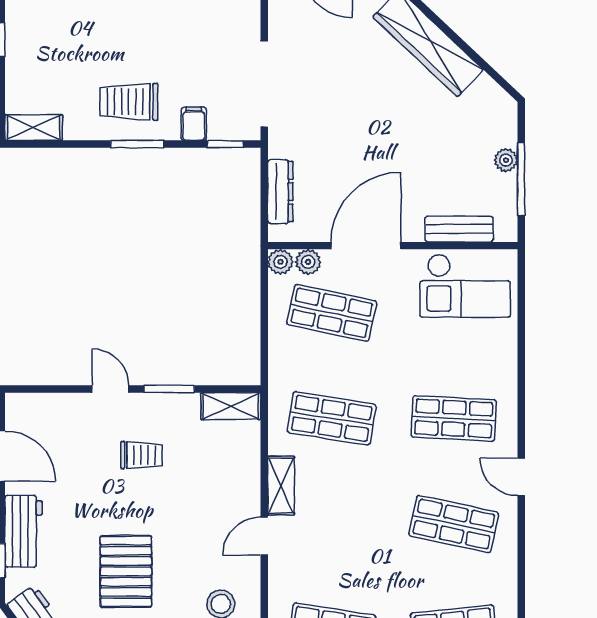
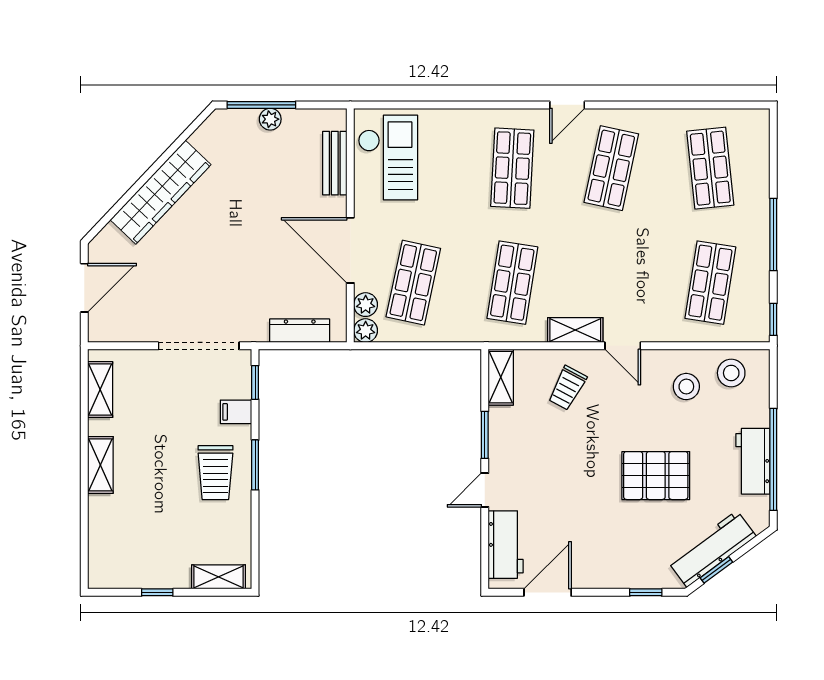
shelving: (34, 128) -> (219, 577), moved, turned 90
window: (521, 179) -> (261, 105), moved
trolley: (142, 455) -> (567, 388), moved, turned -152
workbench: (24, 531) -> (506, 545), moved, turned 90

